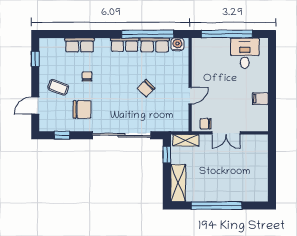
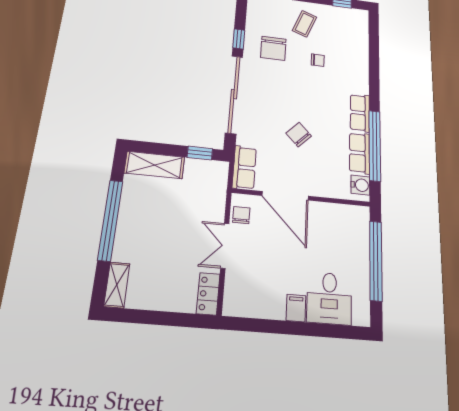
row of seats: (80, 45) -> (244, 168), moved, turned 180
desk: (245, 53) -> (329, 298), moved, turned 90
door: (190, 96) -> (285, 196), width x1.88
filing cabinet: (260, 99) -> (296, 308), moved
window: (62, 135) -> (239, 39), moved
shelving: (186, 140) -> (117, 285), moved
locker: (256, 141) -> (208, 294), added

